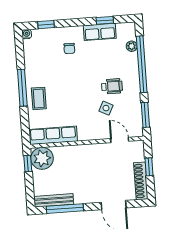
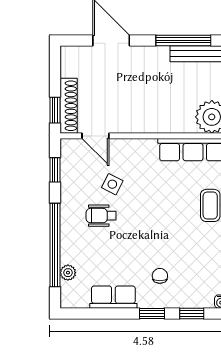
window: (105, 20) -> (152, 314), moved
window: (145, 115) -> (55, 170), width x0.67
window: (149, 167) -> (55, 110), moved
shoe rack: (141, 181) -> (69, 106), moved

